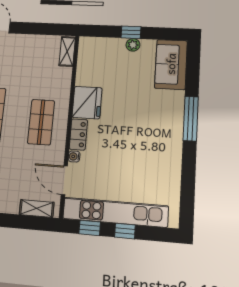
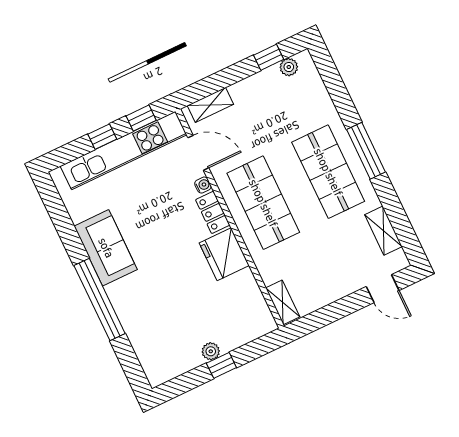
sofa: (171, 64) -> (106, 248), moved
window: (191, 119) -> (100, 299), width x1.46
shop shelf: (41, 122) -> (263, 203), width x1.43, depth x1.36

